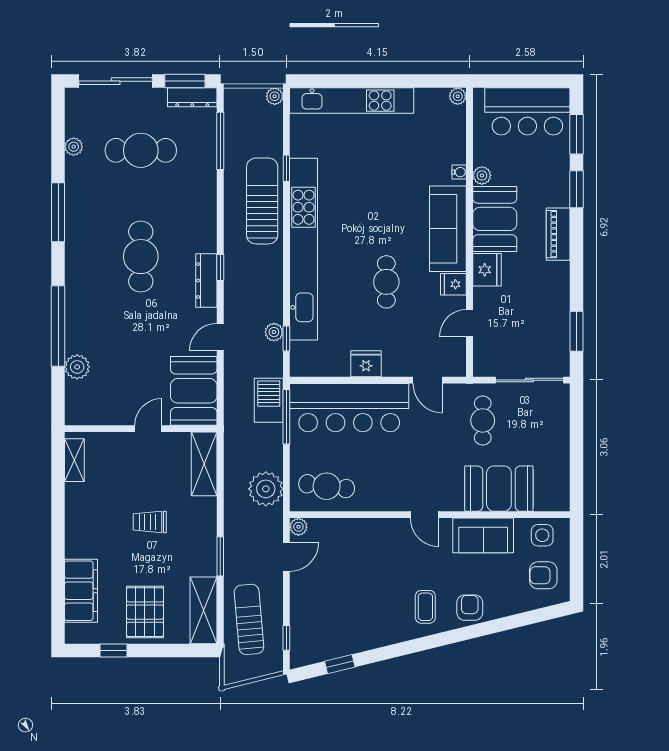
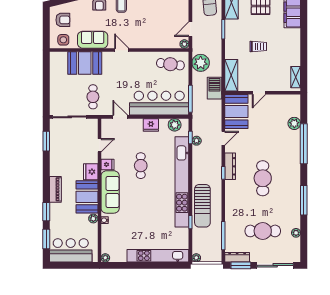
plant: (318, 364) -> (175, 125), added
barbecue: (269, 400) -> (214, 88), moved, turned 180

